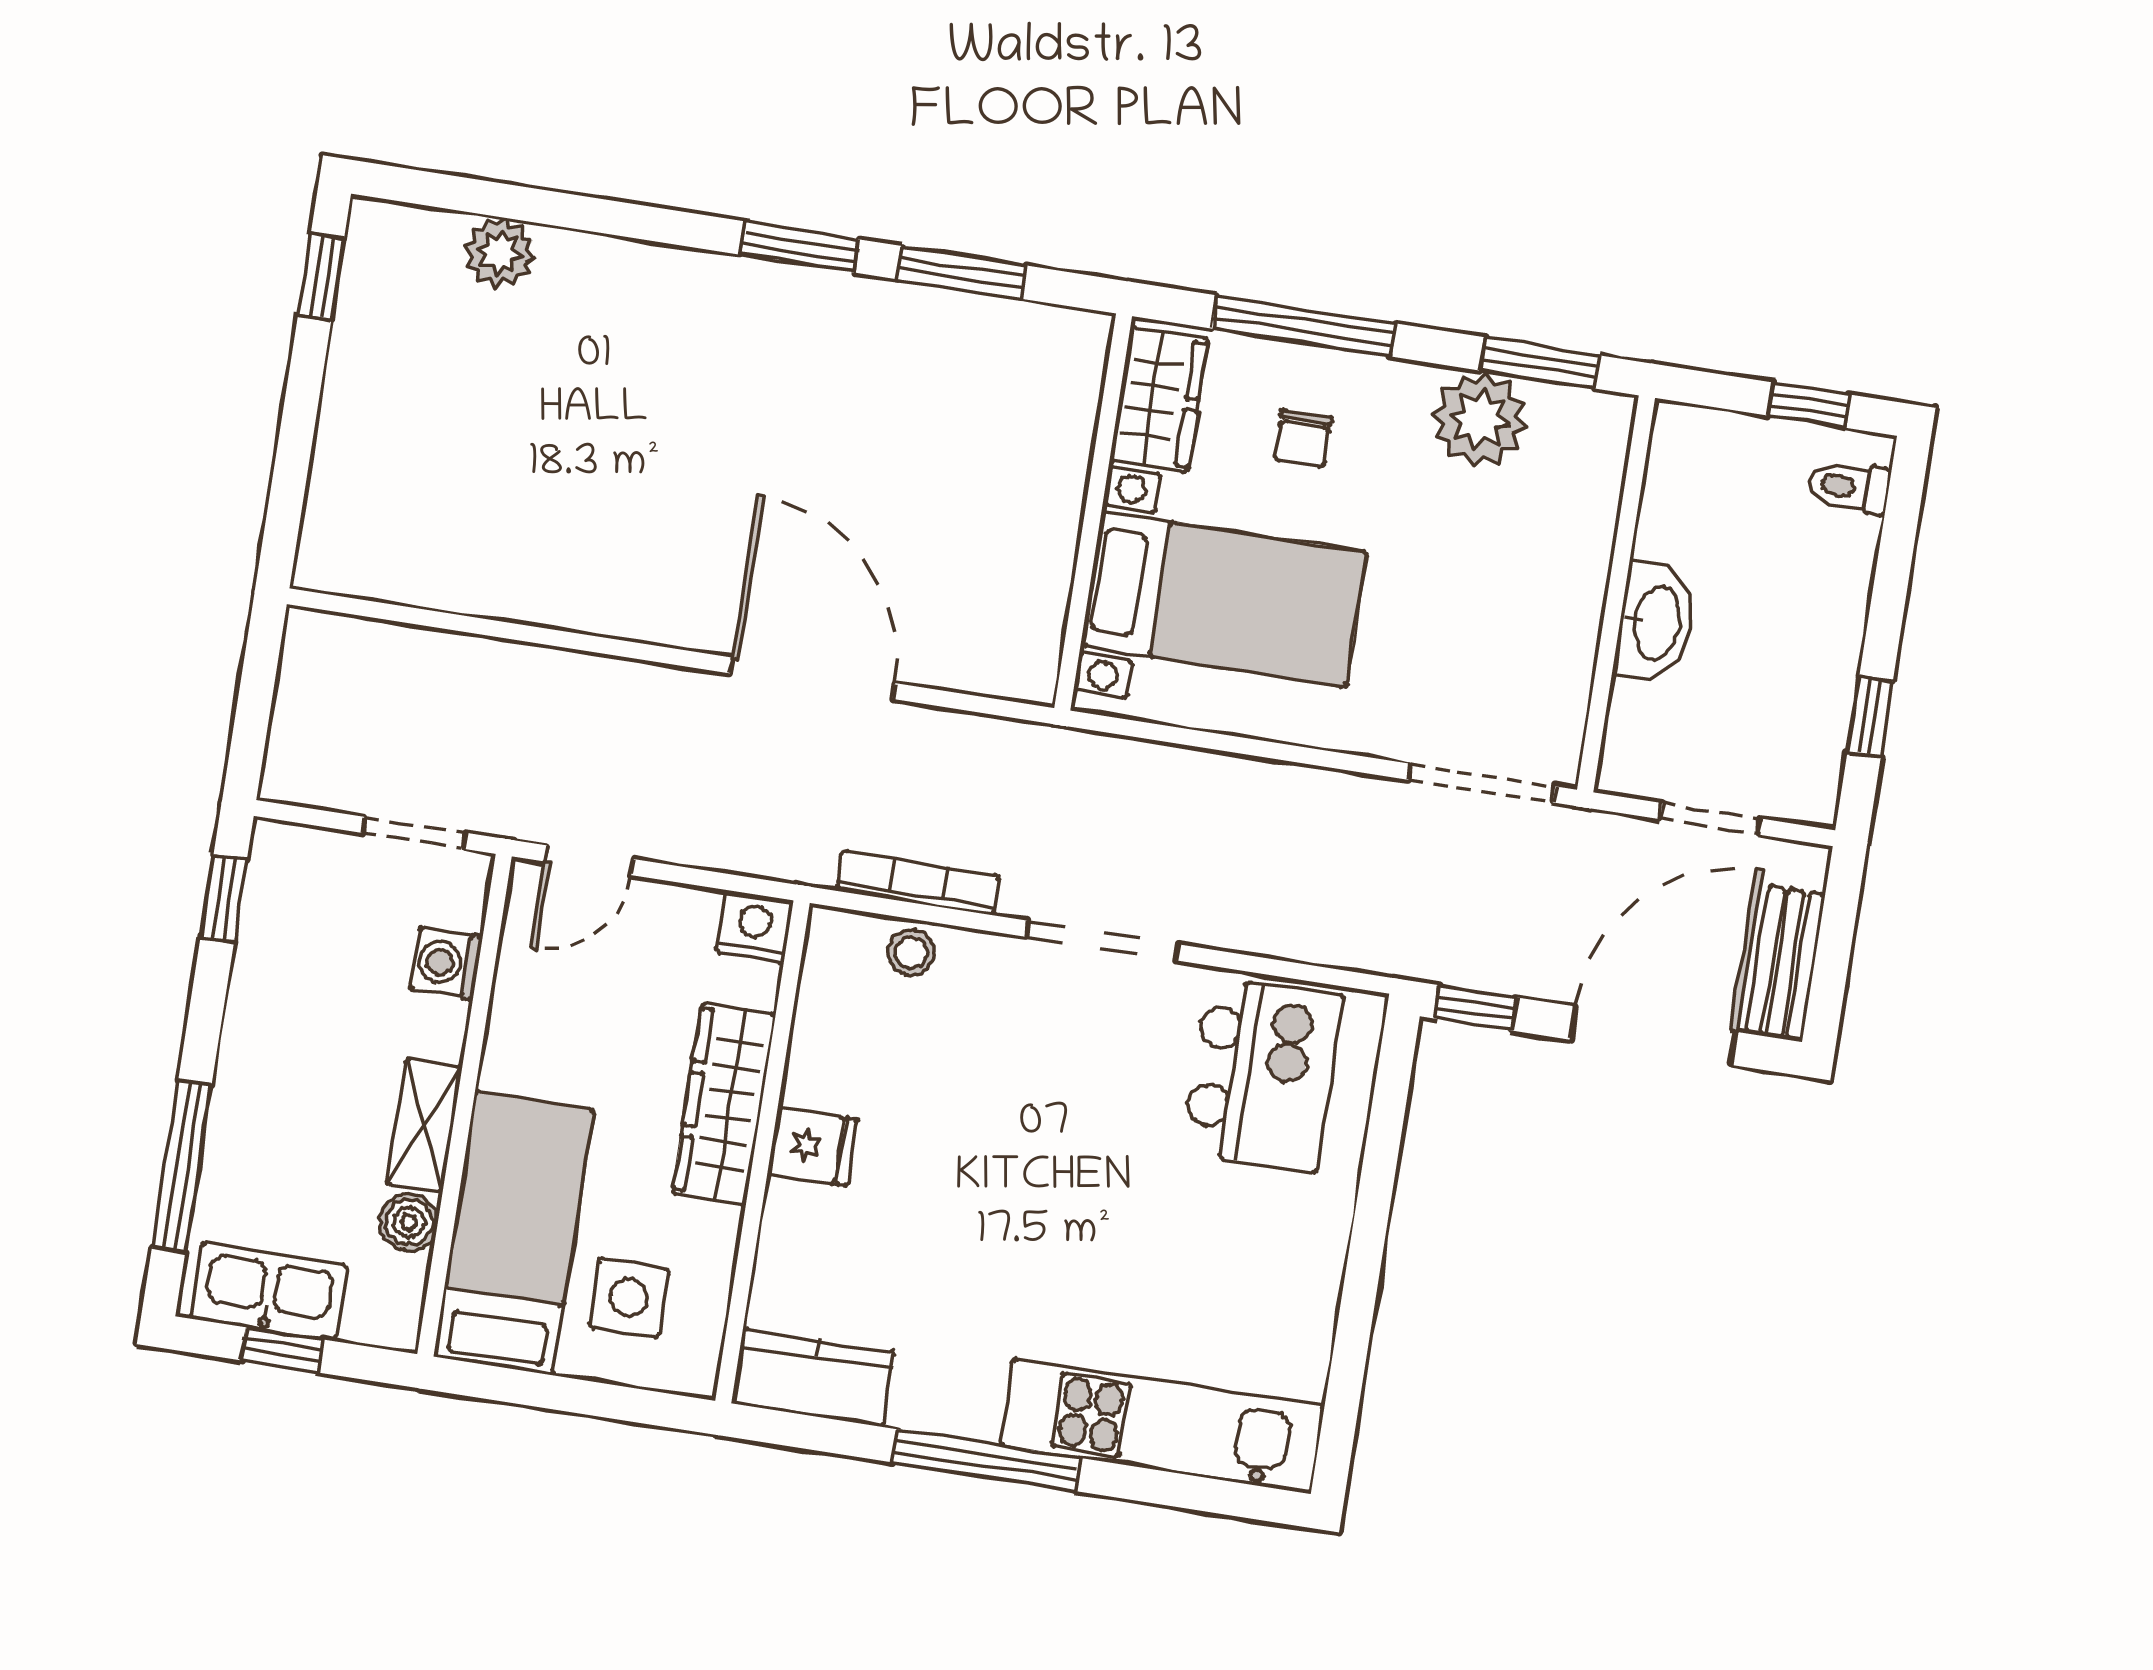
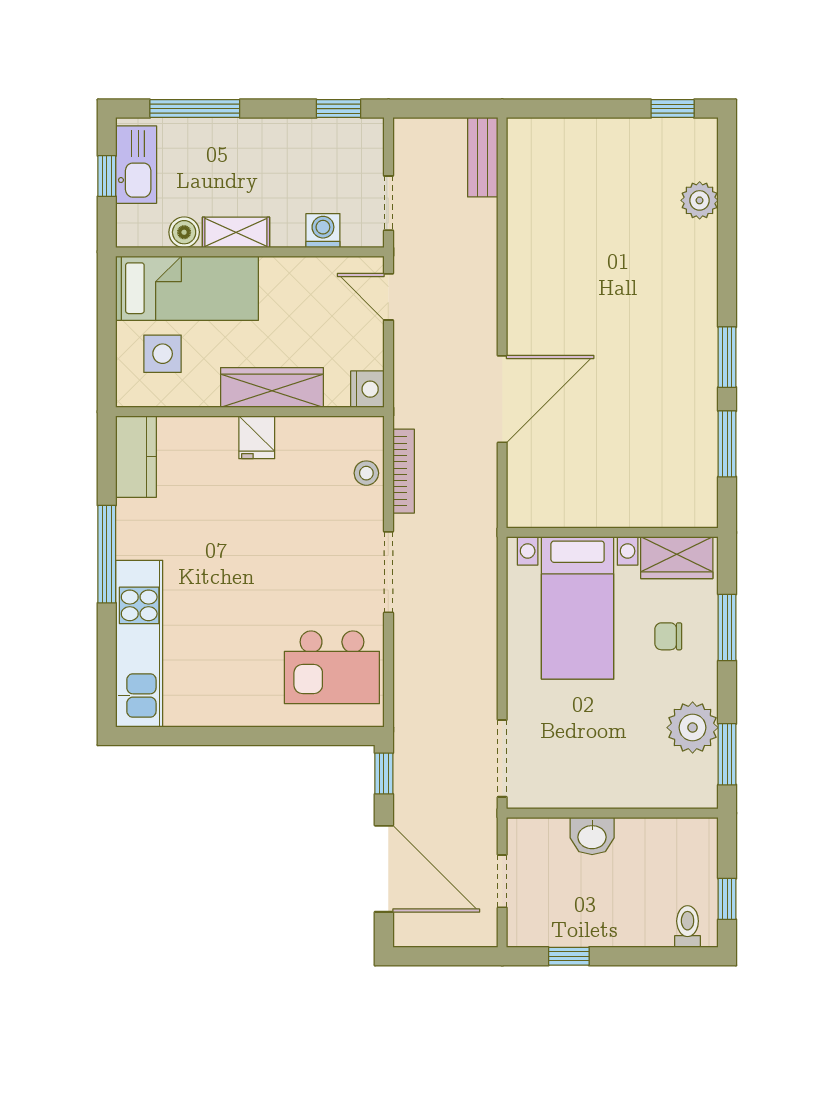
window: (1304, 326) -> (727, 627), width x0.69
washbasin: (1655, 623) -> (592, 836), width x0.72
bench: (1786, 964) -> (483, 157), moved, turned 90

